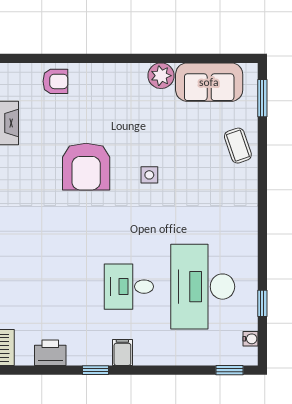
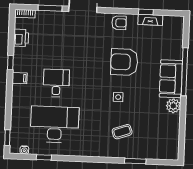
window: (99, 58) -> (184, 72), added
armchair: (55, 81) -> (119, 23), moved, turned -90
sofa: (209, 82) -> (171, 79), moved
window: (262, 98) -> (135, 161), moved
coffee table: (238, 146) -> (122, 132), moved

